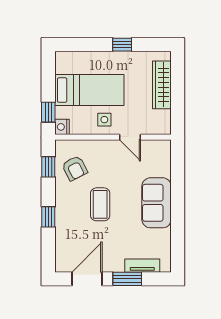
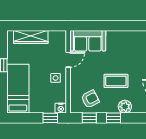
bed: (89, 90) -> (18, 89), moved
sofa: (157, 203) -> (88, 41), moved
window: (48, 217) -> (114, 118), moved
plant: (64, 217) -> (125, 107), added

